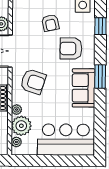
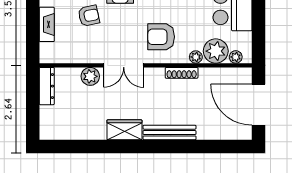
armchair: (33, 82) -> (161, 37), turned -108

